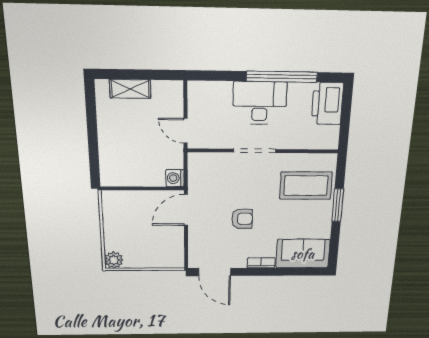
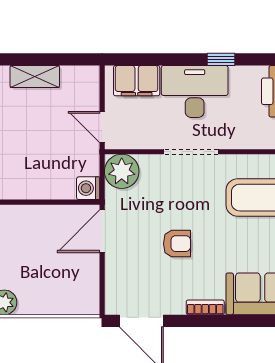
window: (282, 77) -> (221, 59), width x0.32
filing cabinet: (213, 94) -> (137, 81), added
plant: (201, 165) -> (122, 171), added

